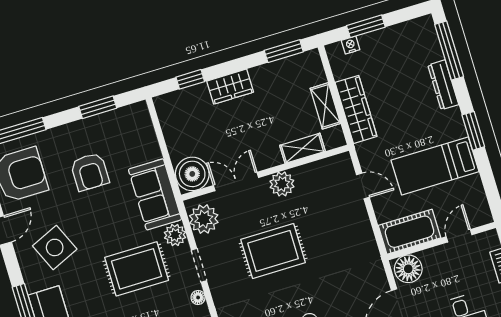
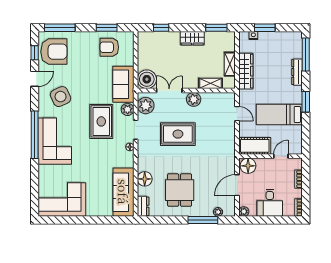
wardrobe: (230, 87) -> (192, 38), moved
armchair: (90, 172) -> (109, 47), moved, turned 90
rug: (137, 269) -> (101, 121), turned 90

